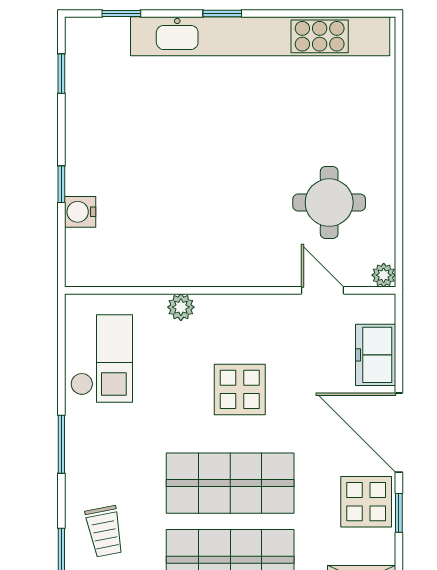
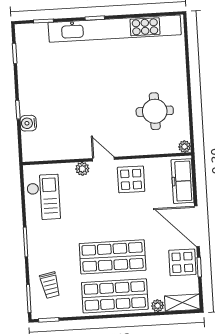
door: (323, 290) -> (103, 159), moved
freezer: (376, 355) -> (182, 181), width x1.40
display table: (240, 389) -> (131, 179), moved

